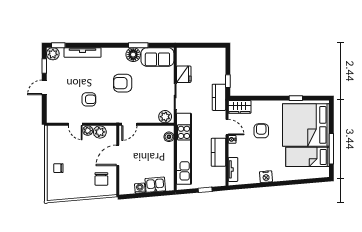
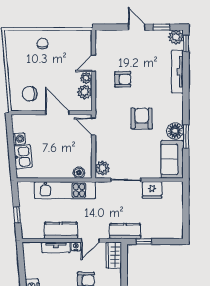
armchair: (89, 99) -> (123, 79), turned -90
kitchen unit: (184, 149) -> (65, 190), width x0.73
tv unit: (233, 169) -> (56, 247), moved

